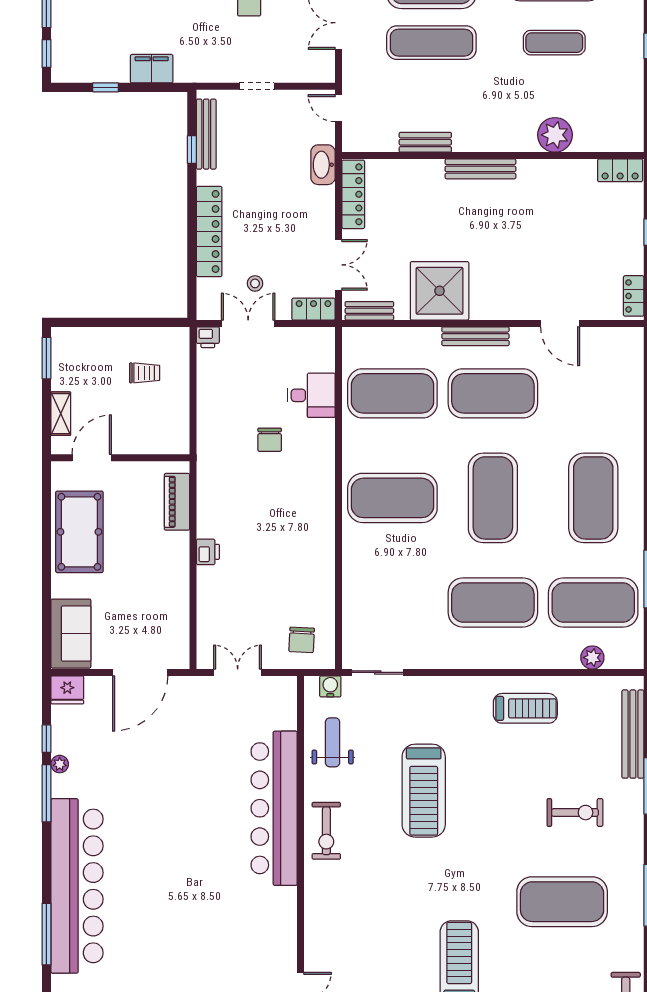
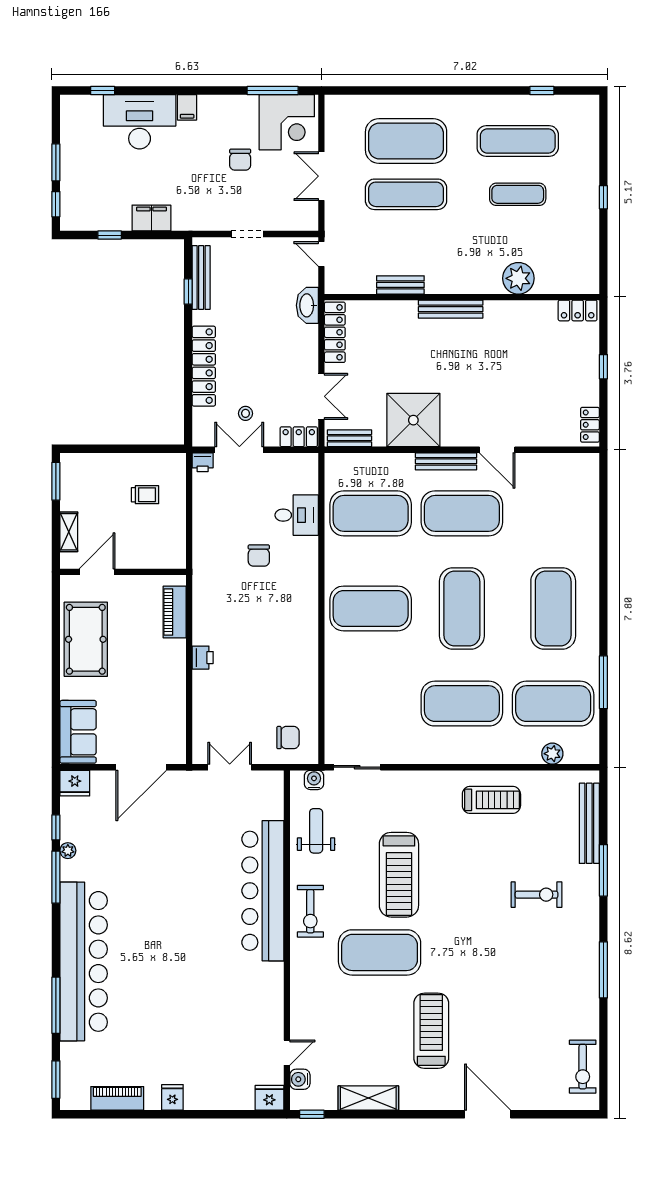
door: (560, 323) -> (497, 450), moved
chair: (302, 640) -> (288, 738), turned -93
exercise mat: (562, 902) -> (380, 952), moved

